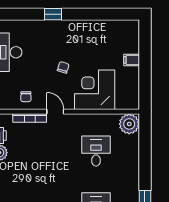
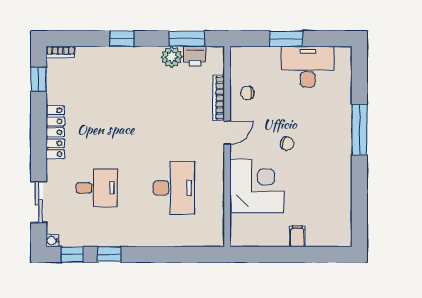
window: (53, 14) -> (359, 130), width x2.17
plant: (129, 124) -> (210, 233), removed
desk: (96, 151) -> (174, 188), width x1.37

